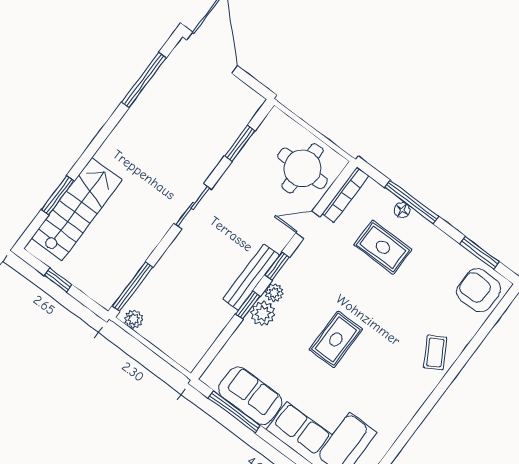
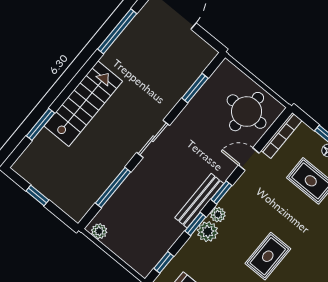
stairs: (77, 209) -> (83, 104), moved
window: (132, 287) -> (113, 187), moved
window: (212, 353) -> (164, 262), added

